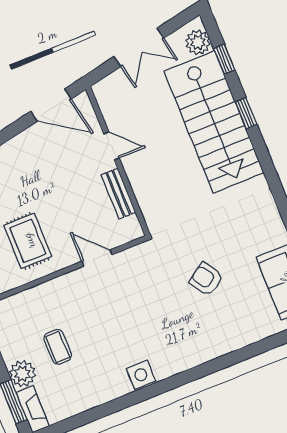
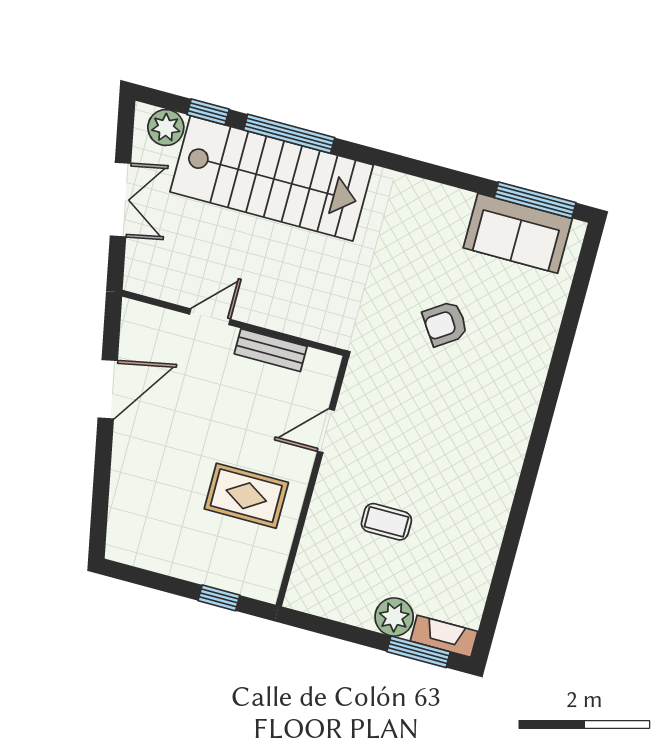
door: (51, 105) -> (108, 389), moved
window: (246, 113) -> (289, 134), width x2.17
coffee table: (58, 347) -> (386, 522), moved
side table: (141, 375) -> (499, 482), removed

